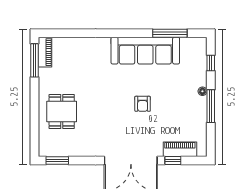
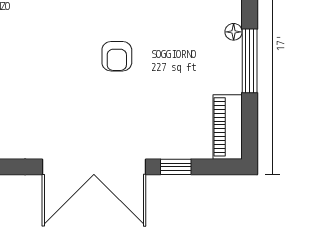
piano: (180, 149) -> (228, 127), moved, turned -90

